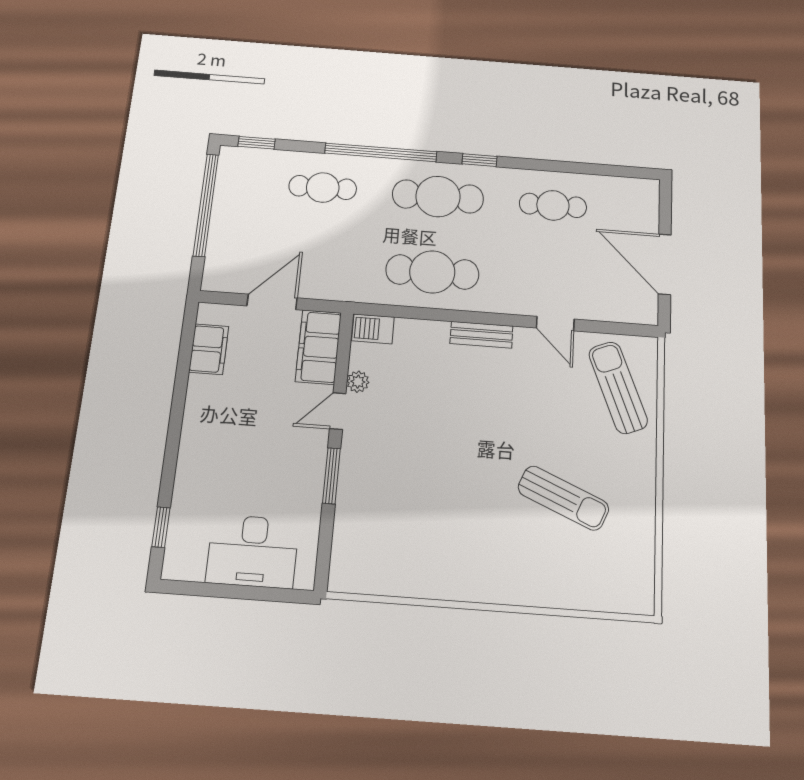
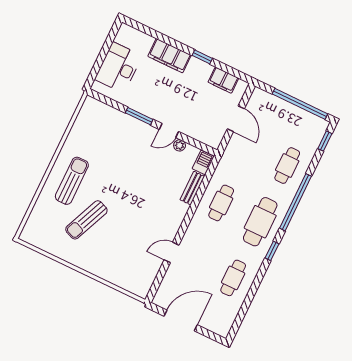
cafe table: (432, 272) -> (221, 203), width x0.73, depth x0.74
bench: (481, 335) -> (192, 188), moved
filing cabinet: (318, 347) -> (170, 56), moved, turned 180
sun lounger: (618, 388) -> (72, 181), moved, turned -68
door: (338, 411) -> (169, 130), swing flipped
window: (161, 527) -> (202, 57), moved

